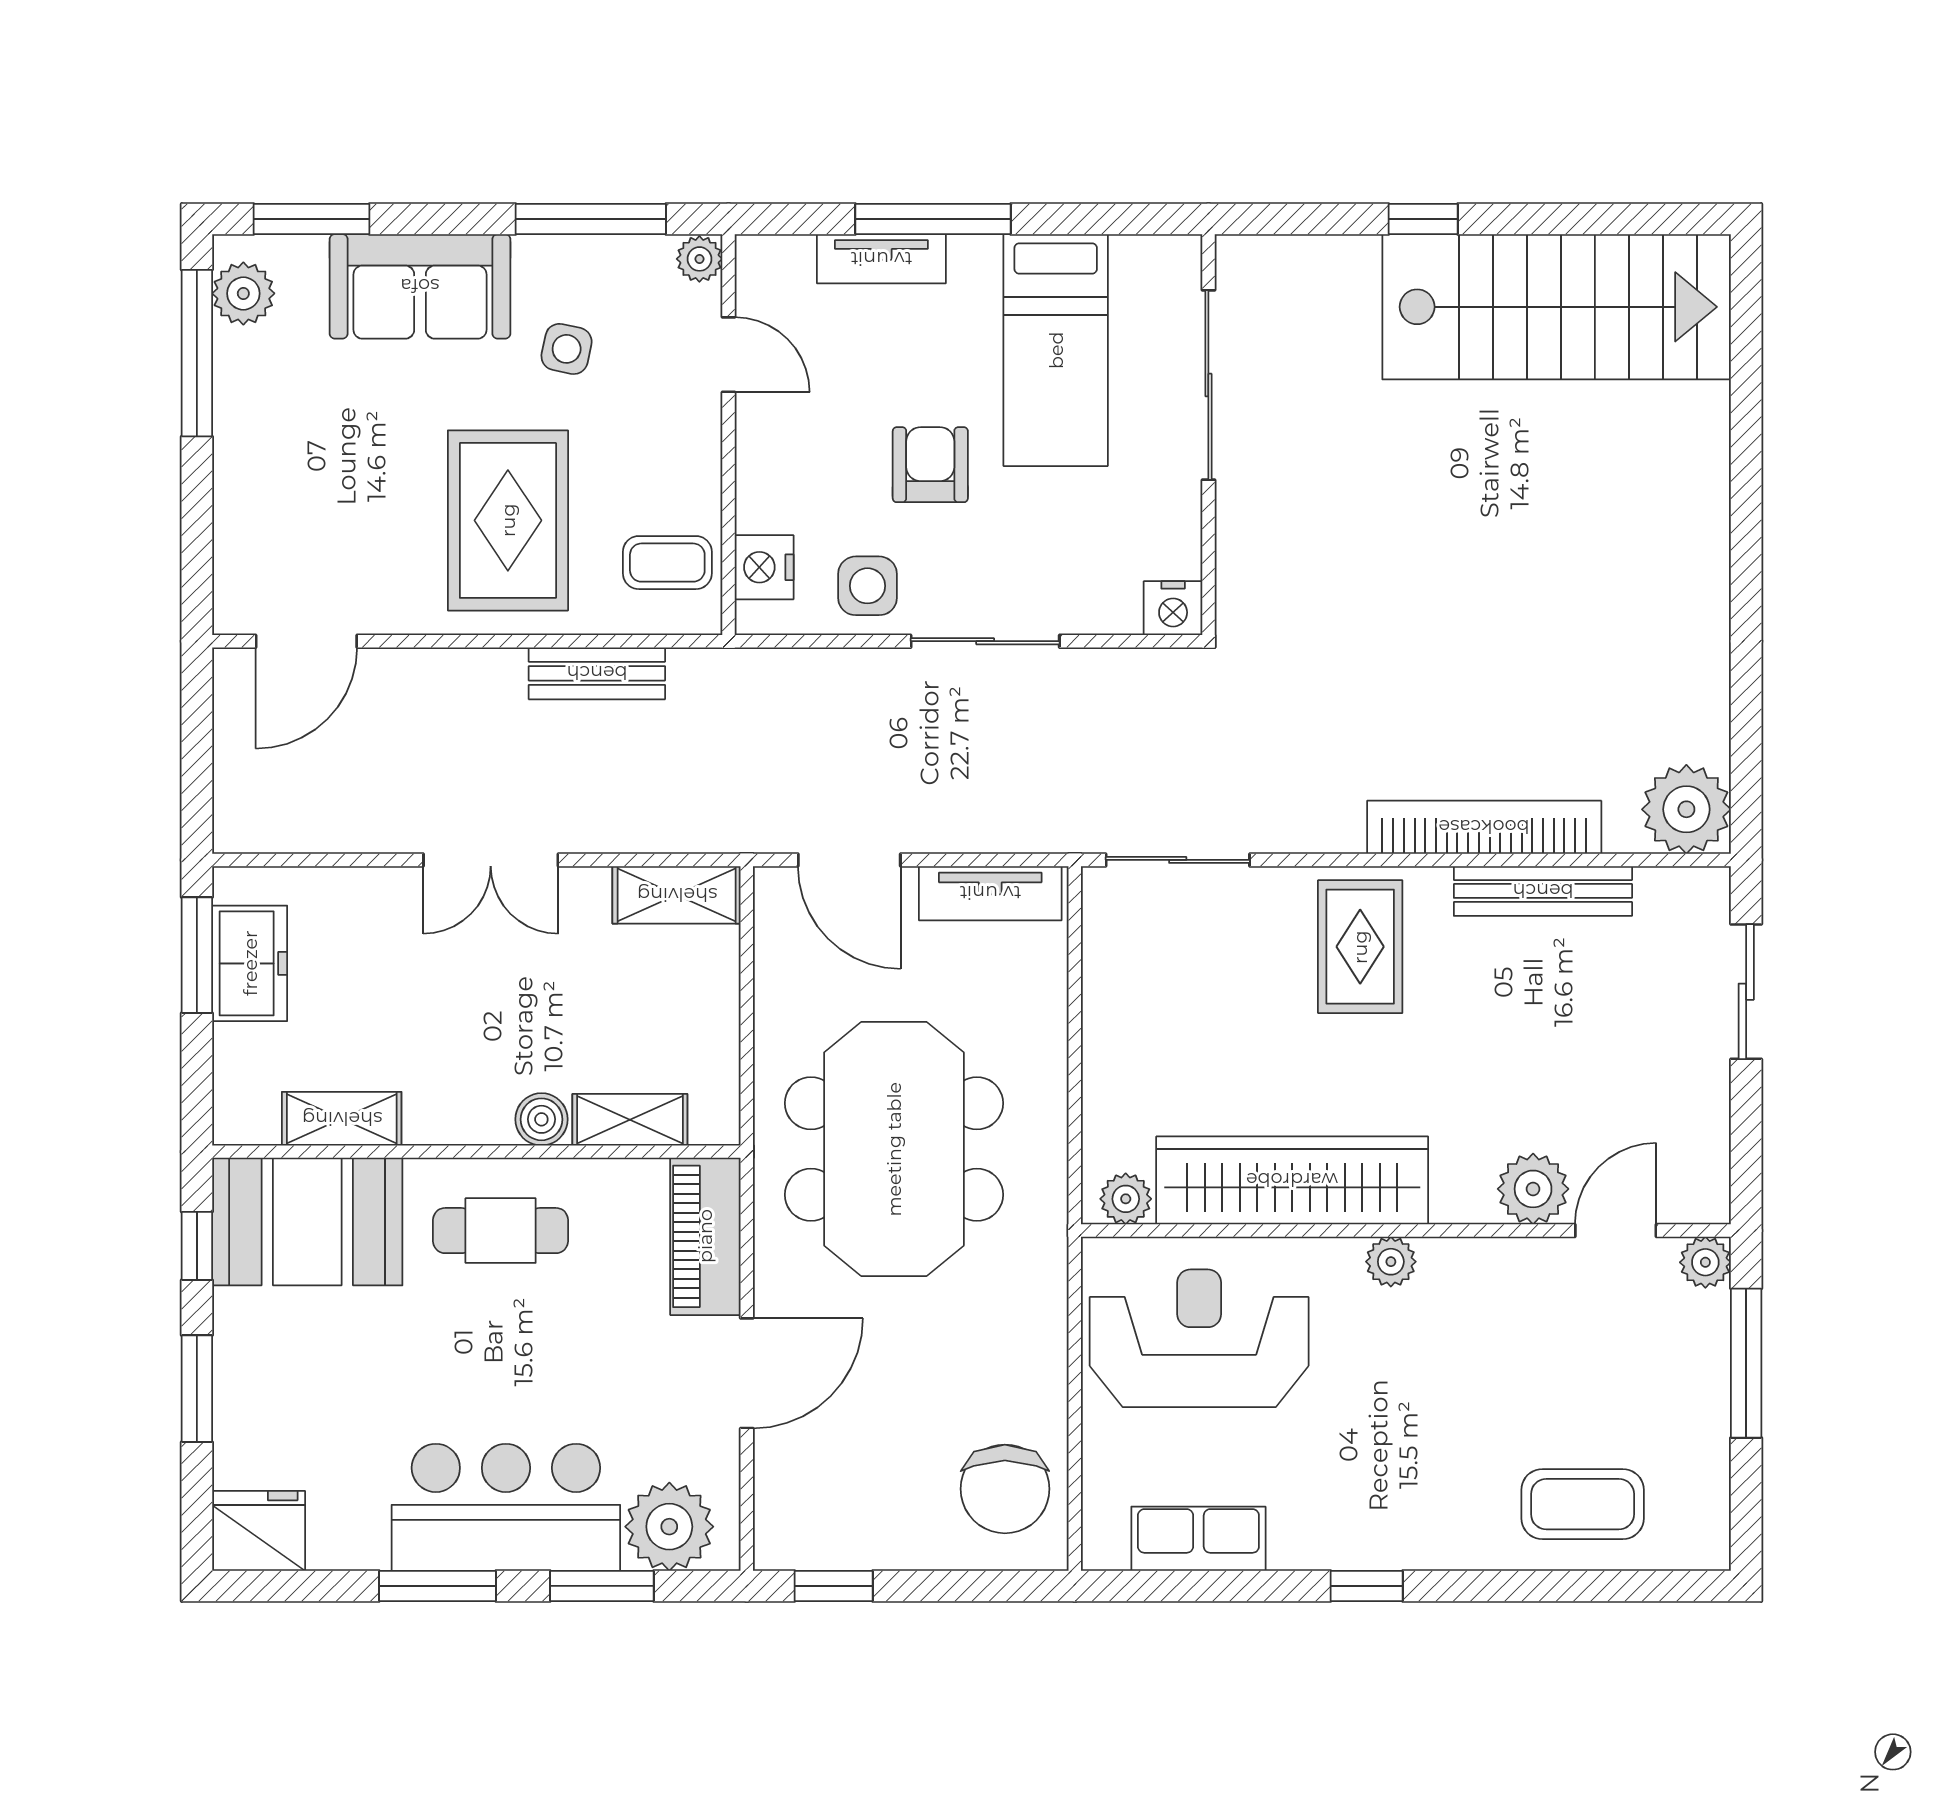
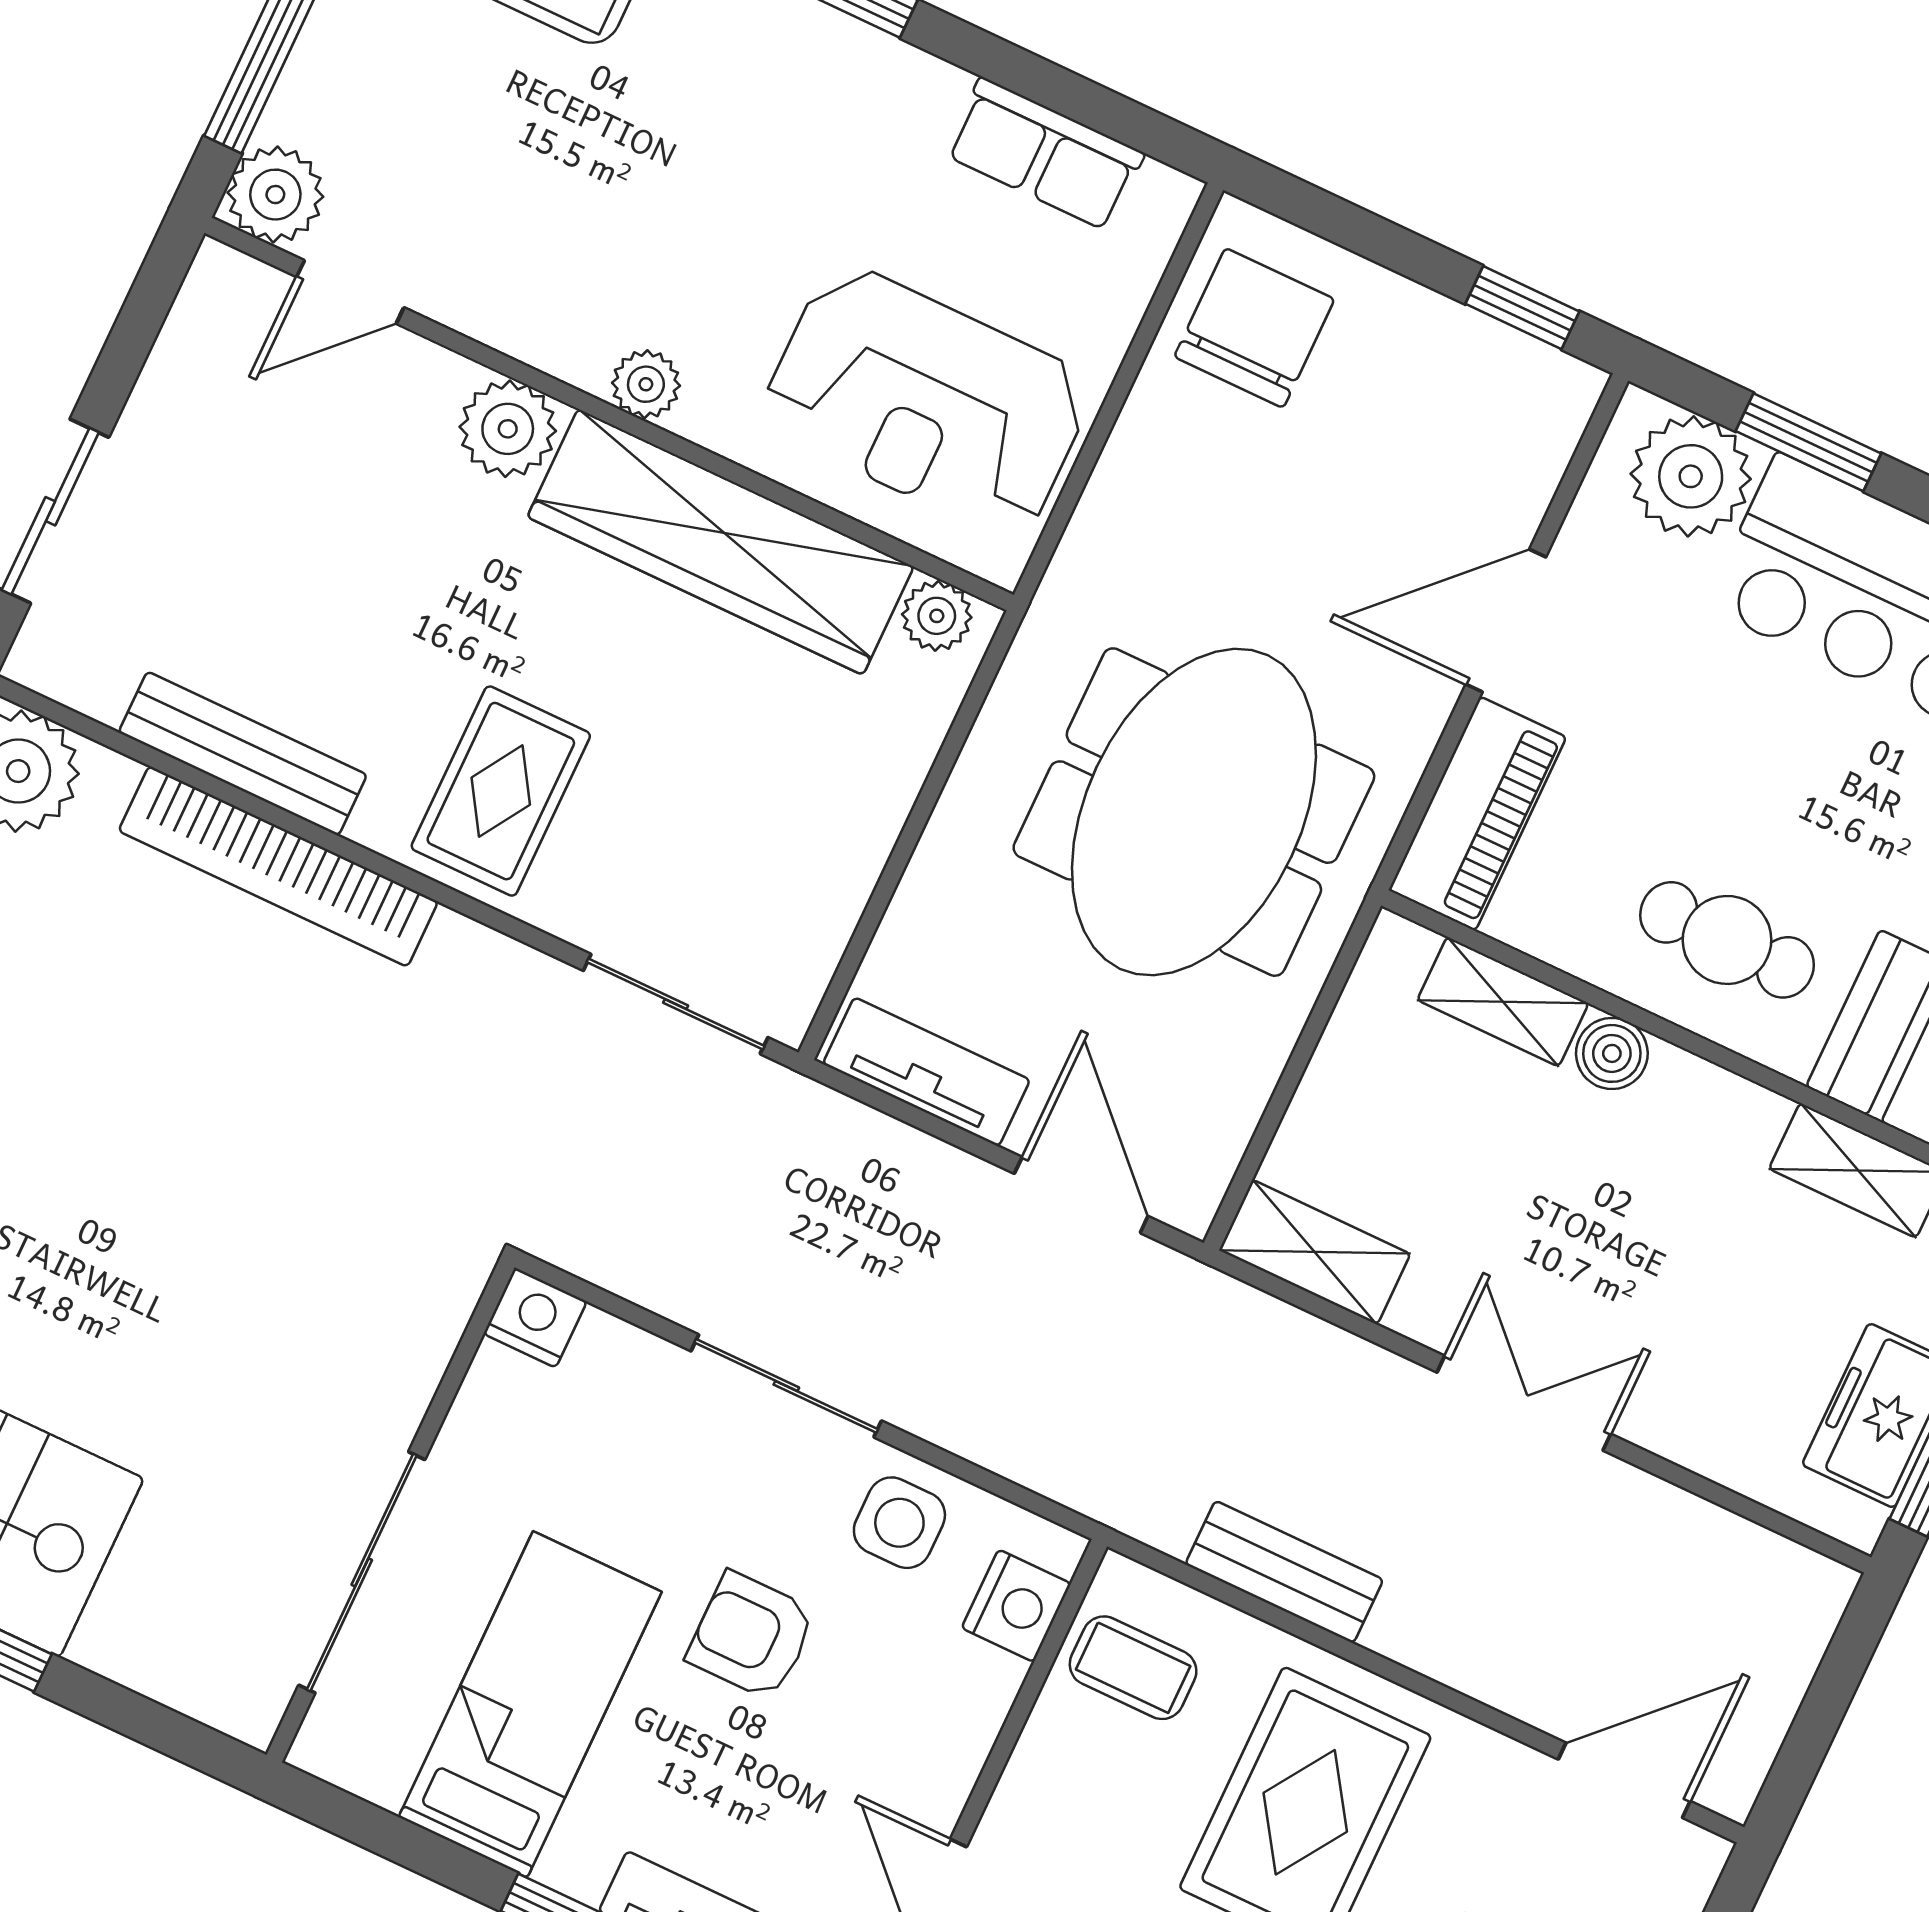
armchair: (930, 465) -> (752, 1636), turned 90
plant: (1533, 1189) -> (508, 429), moved
plant: (1705, 1262) -> (275, 195), width x1.38, depth x1.38

